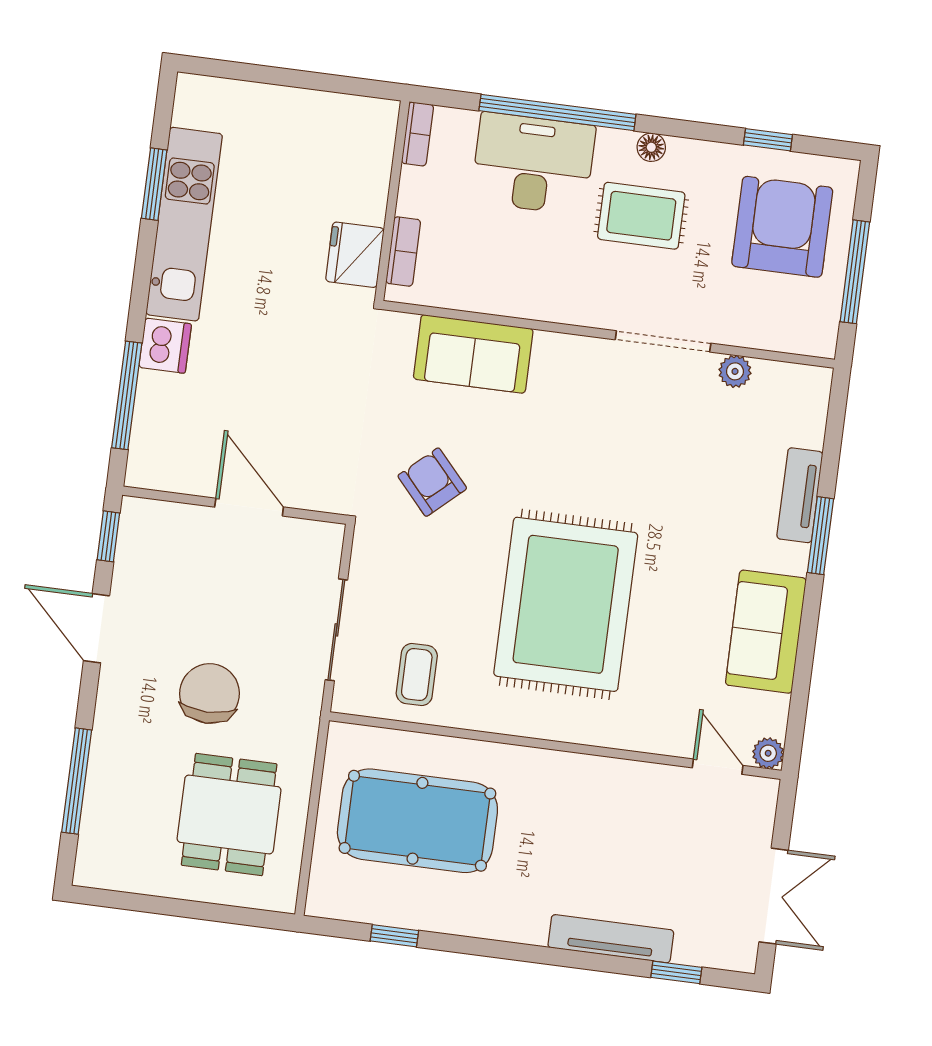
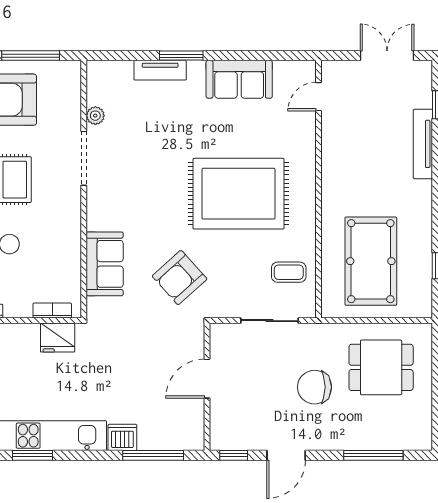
armchair: (432, 482) -> (180, 278), width x1.38, depth x1.38
plant: (768, 753) -> (307, 69), removed

